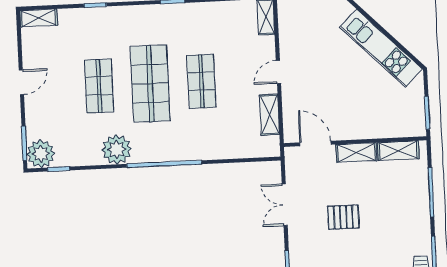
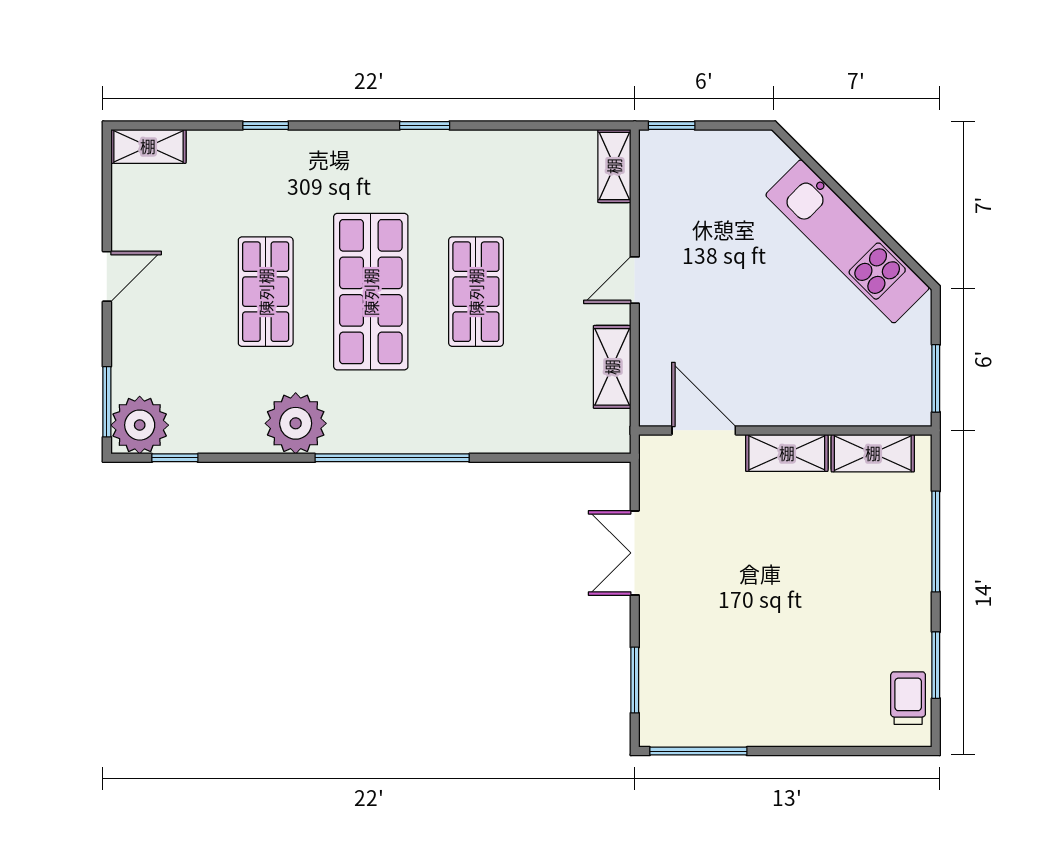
pallet: (343, 217) -> (754, 584), removed

